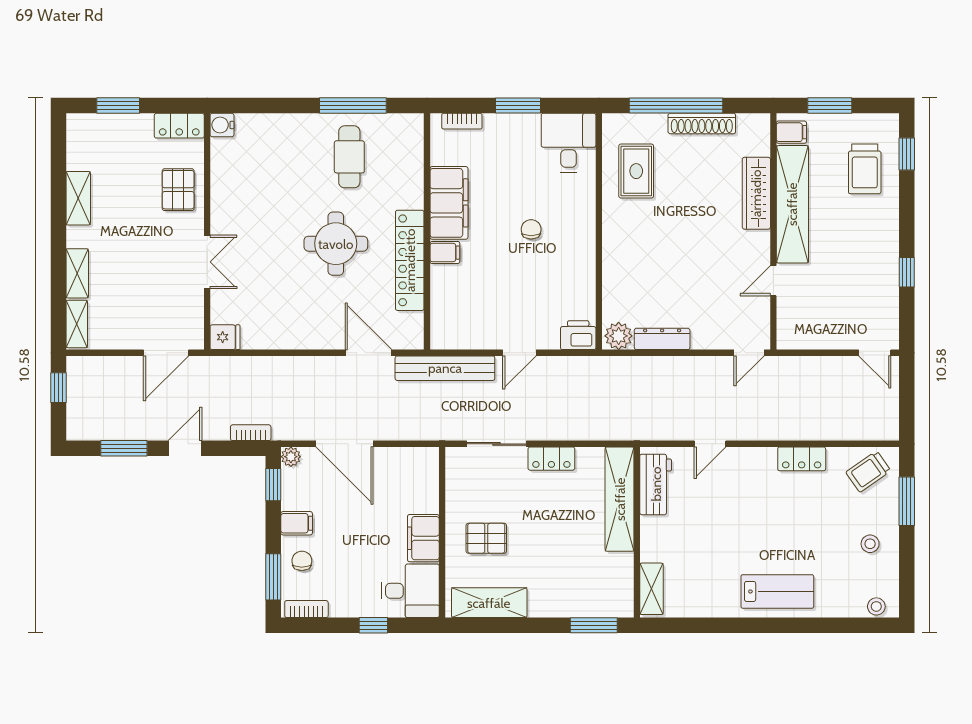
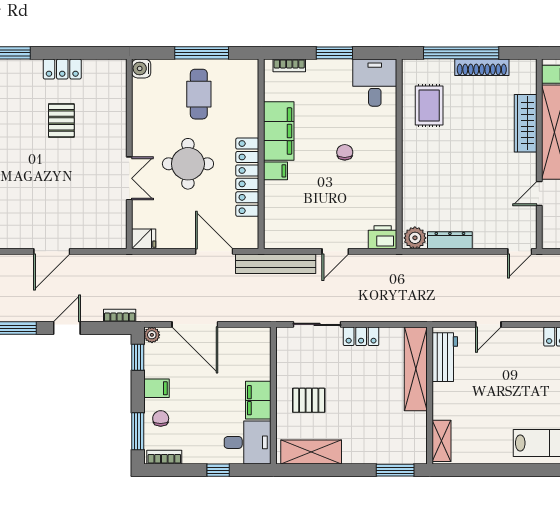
water cooler: (222, 125) -> (141, 68), moved
wall: (207, 231) -> (129, 154), moved
double door: (207, 262) -> (129, 178), moved
fridge: (225, 337) -> (144, 239), moved

